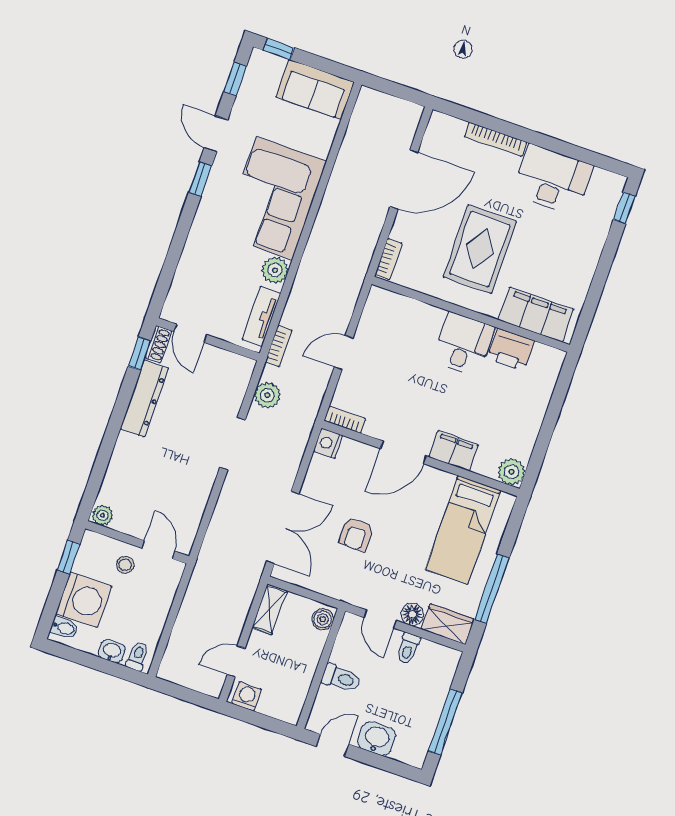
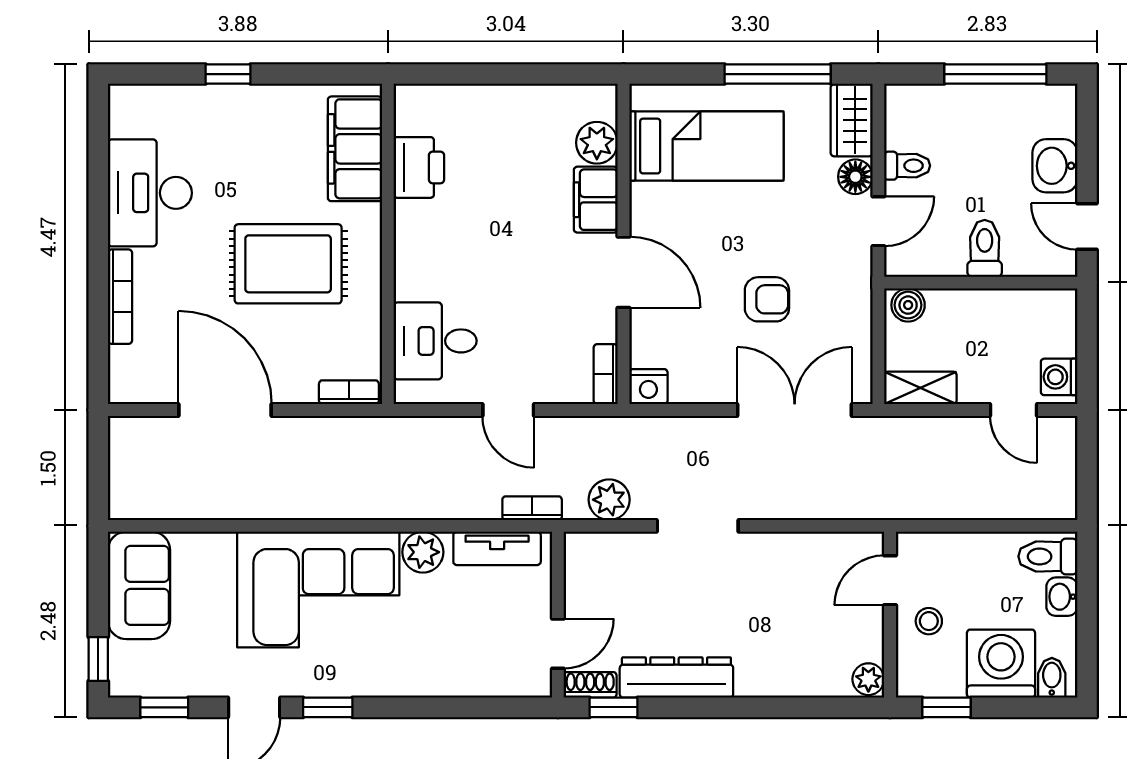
window: (624, 208) -> (228, 74), moved
desk: (463, 344) -> (435, 341), moved
plant: (511, 472) -> (597, 143), moved
toilet: (137, 656) -> (1048, 556), width x1.37, depth x1.39

